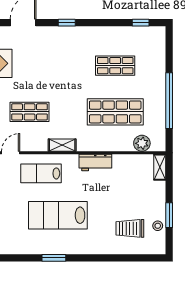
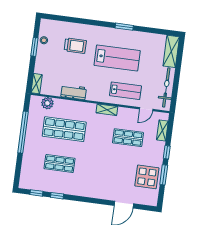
window: (67, 23) -> (57, 196), moved
workbench: (95, 162) -> (74, 92), moved
trolley: (130, 228) -> (75, 46), moved

